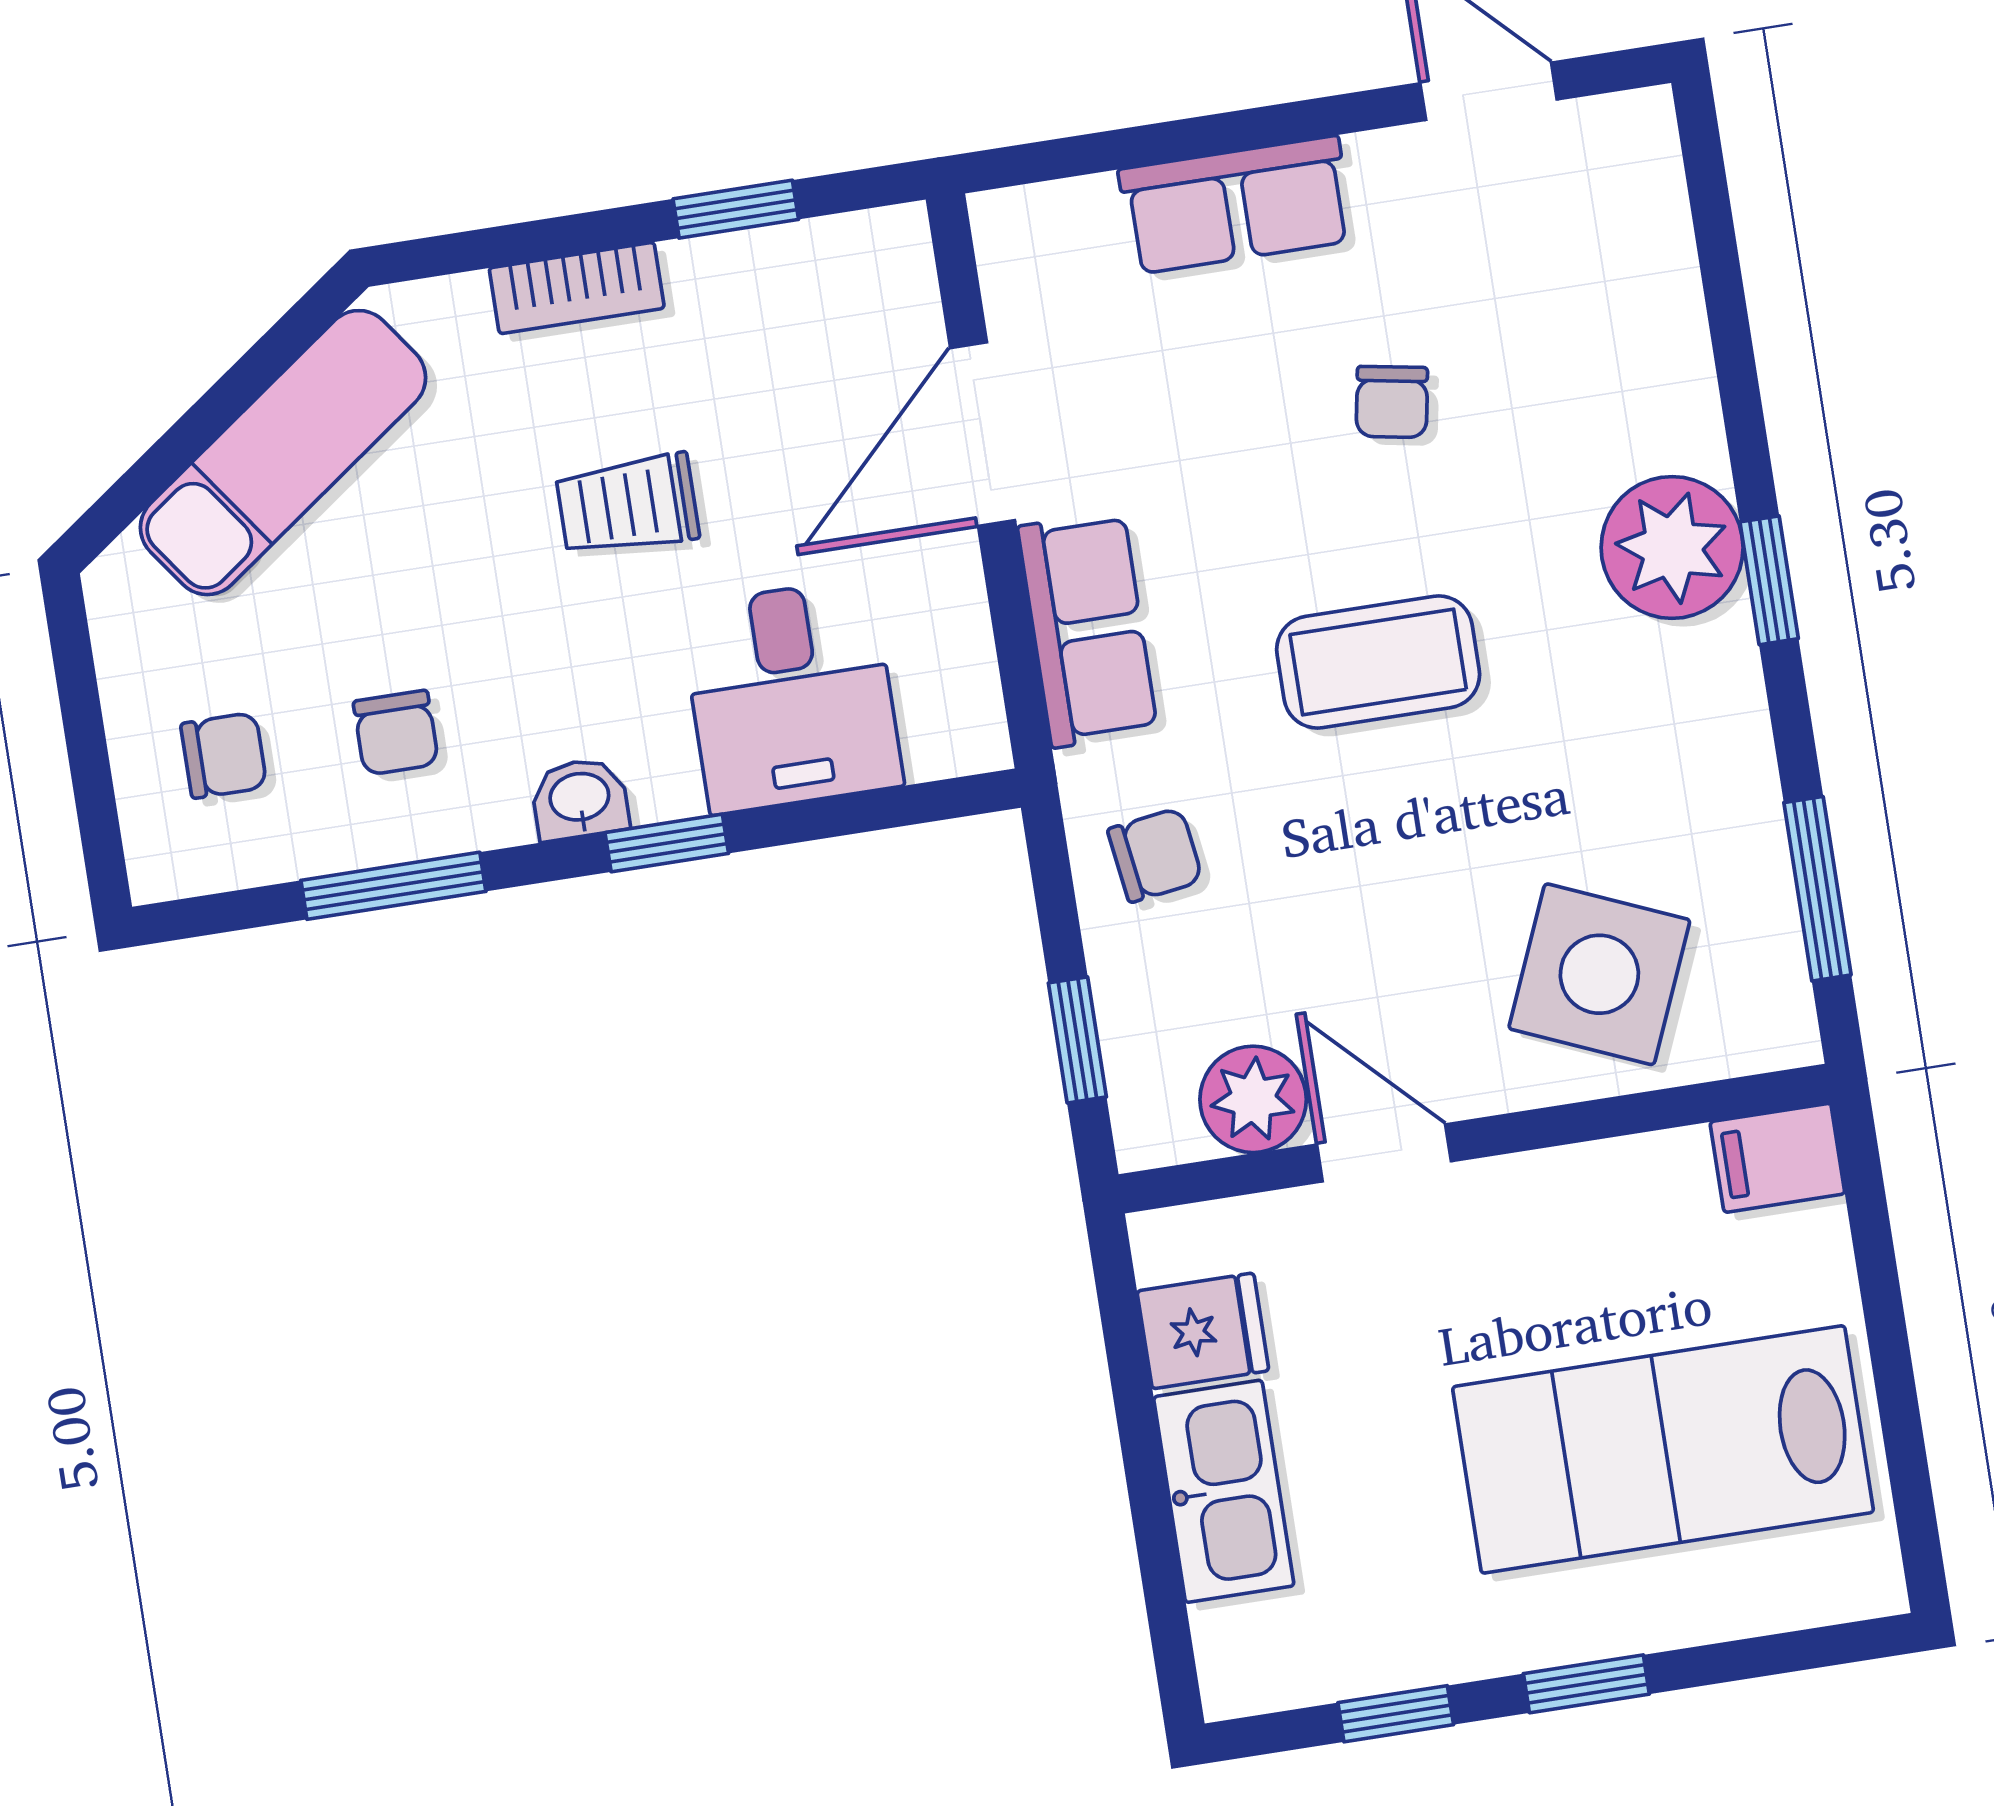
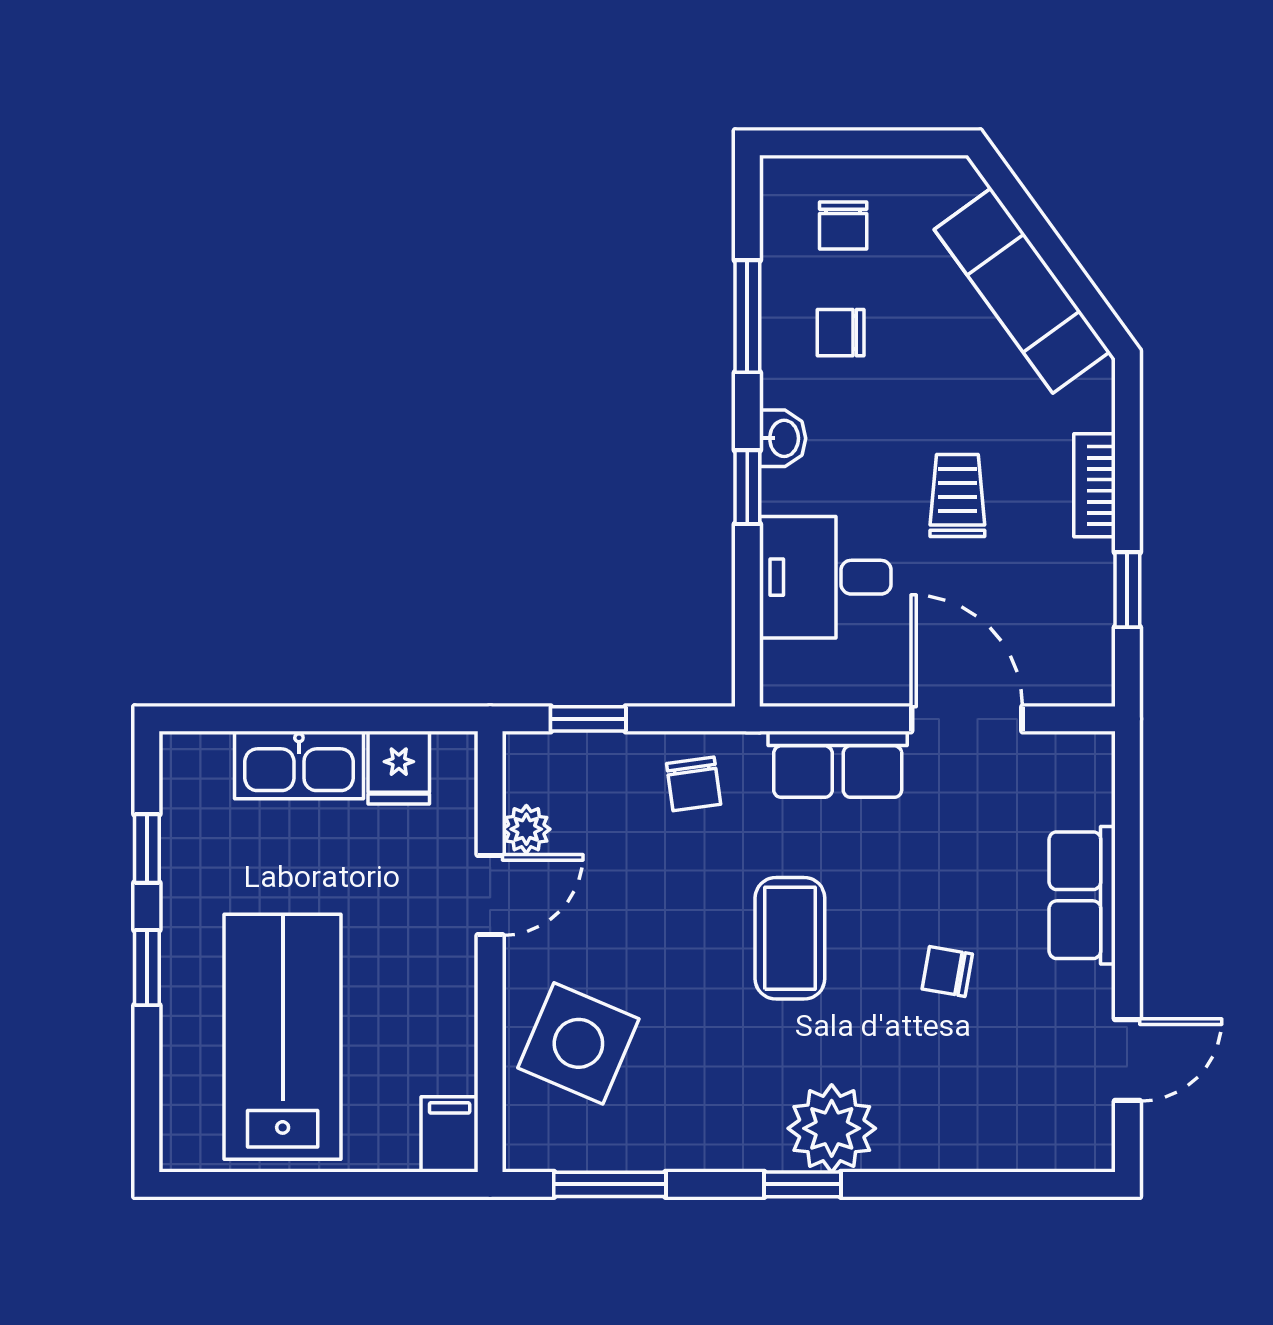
plant: (1253, 1099) -> (526, 829), width x0.73, depth x0.73

